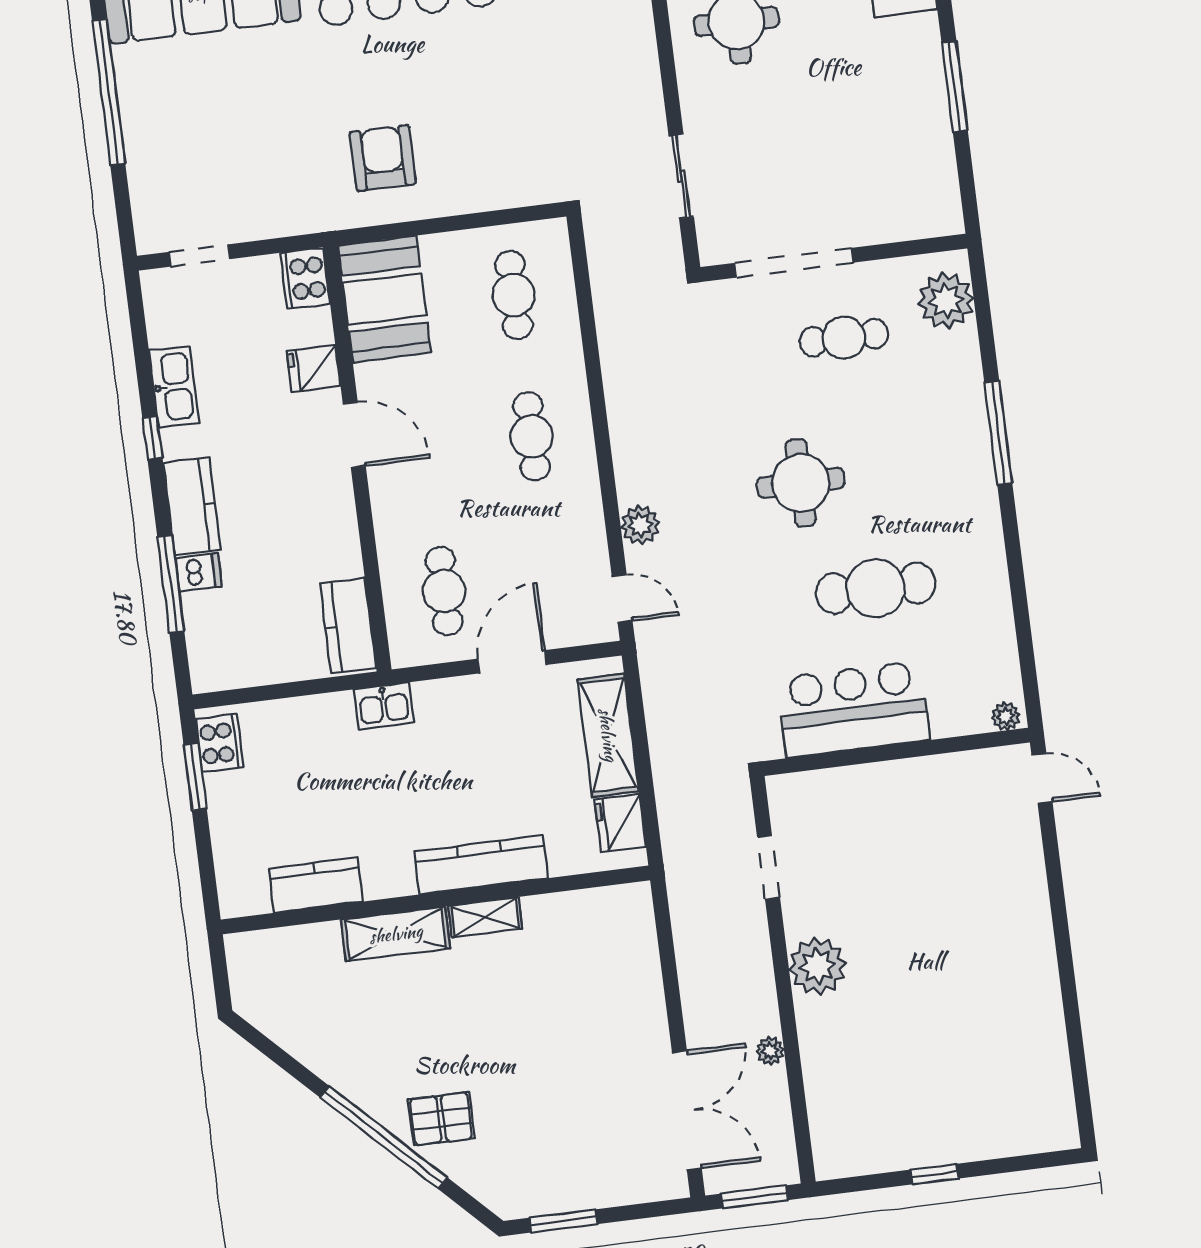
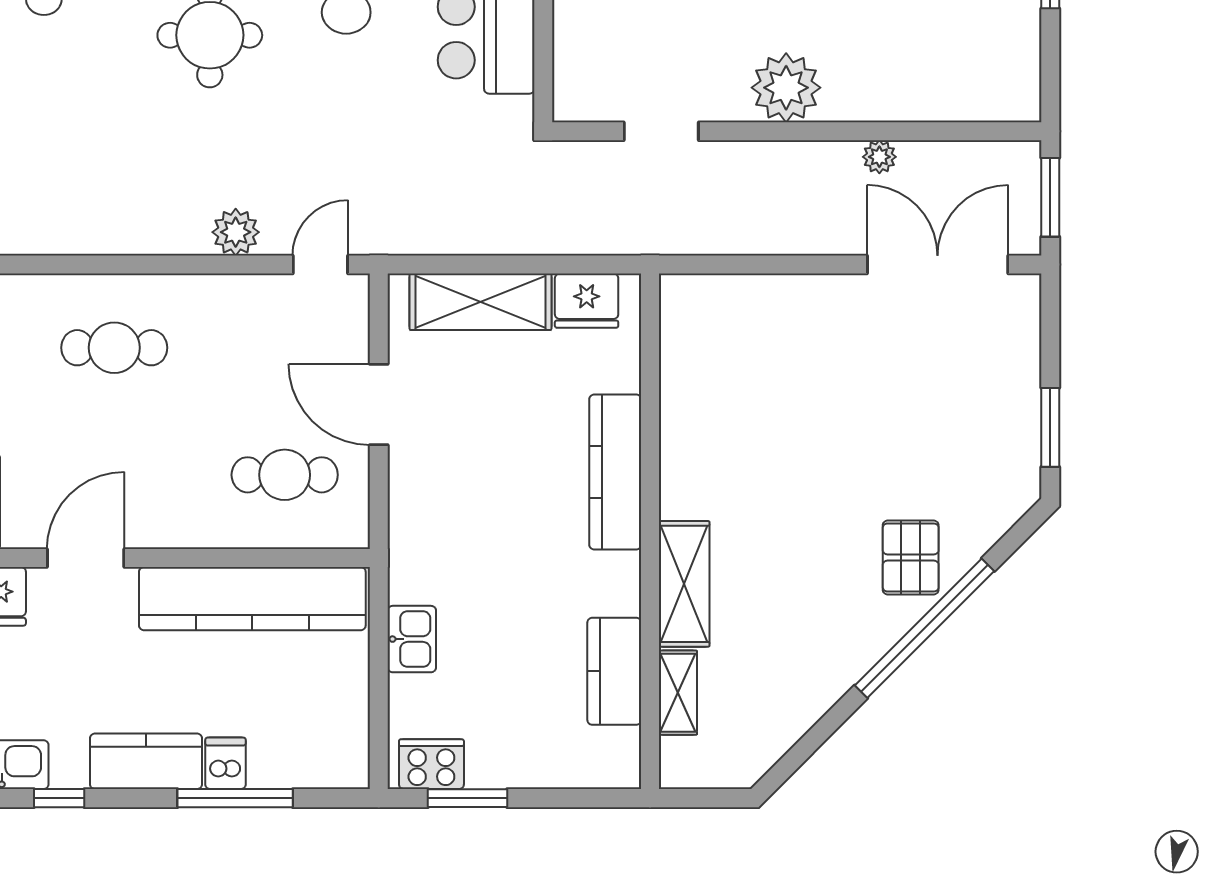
kitchen counter: (348, 626) -> (252, 599), width x2.08, depth x1.17
kitchen sink: (384, 706) -> (412, 639), moved
shelving: (485, 917) -> (678, 693), moved

